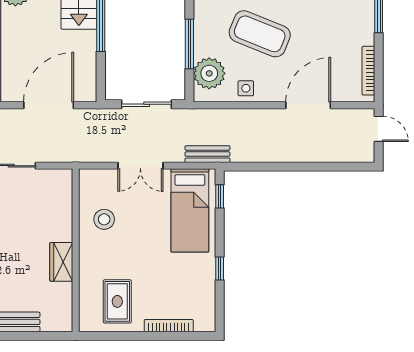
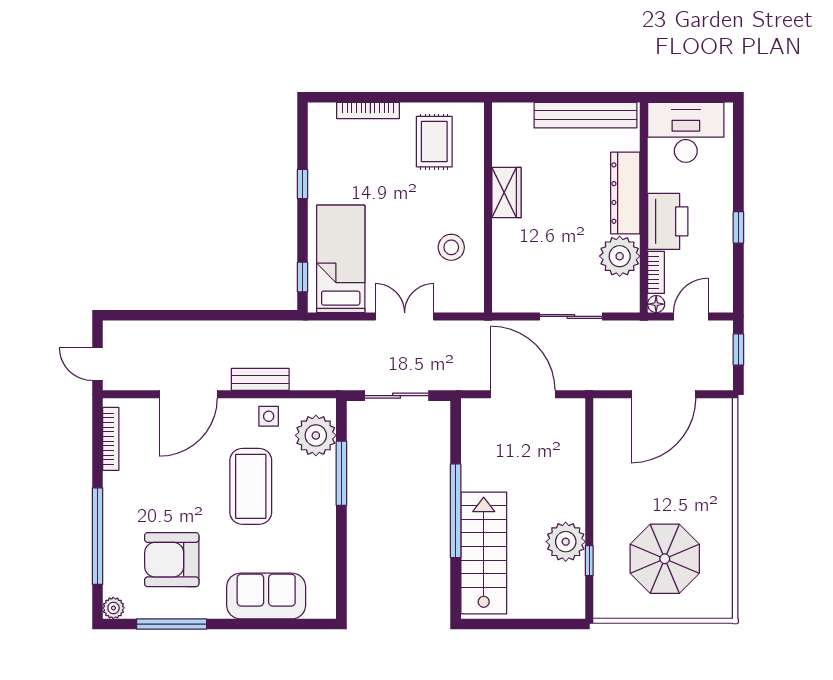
coffee table: (260, 34) -> (251, 486), turned 68
door: (49, 105) -> (523, 394), swing flipped
bench: (207, 154) -> (260, 379), moved

